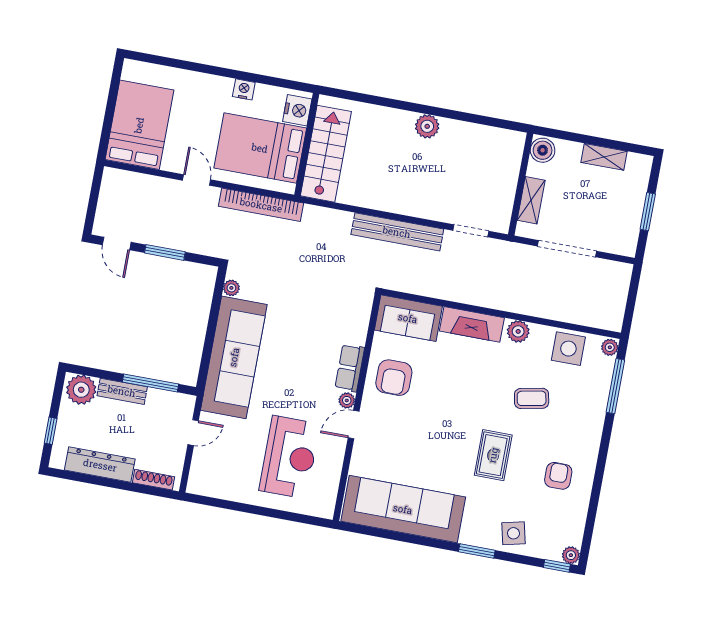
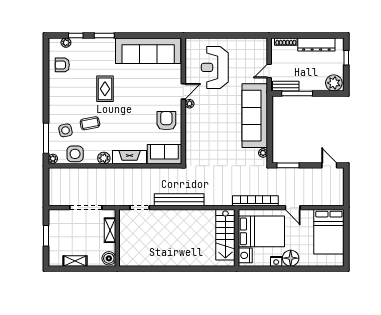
floor lamp: (217, 90) -> (291, 258), added
plant: (427, 126) -> (173, 260), removed
window: (165, 252) -> (288, 165), moved
row of seats: (350, 368) -> (191, 122), removed
bench: (122, 391) -> (286, 86), moved
armchair: (558, 476) -> (62, 65), moved, turned 90
side table: (513, 533) -> (65, 130), moved
plant: (571, 555) -> (66, 43), moved
window: (557, 566) -> (76, 35), moved

